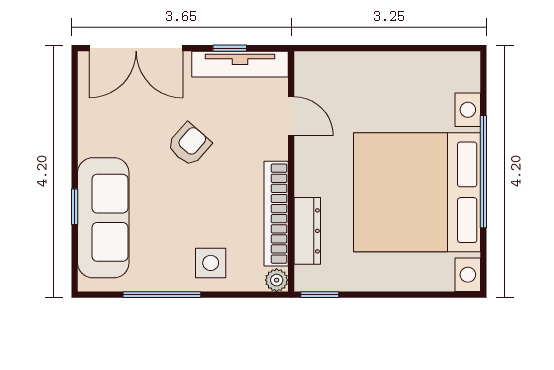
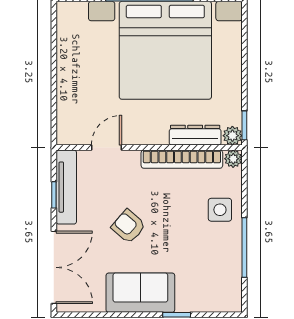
sofa: (103, 218) -> (140, 293), moved, width x0.73
plant: (307, 279) -> (232, 136), added

